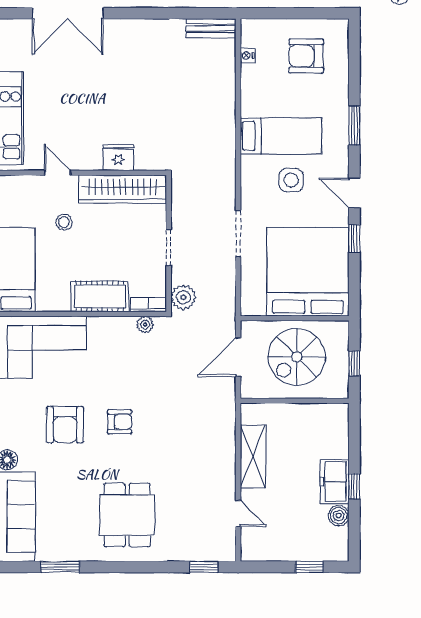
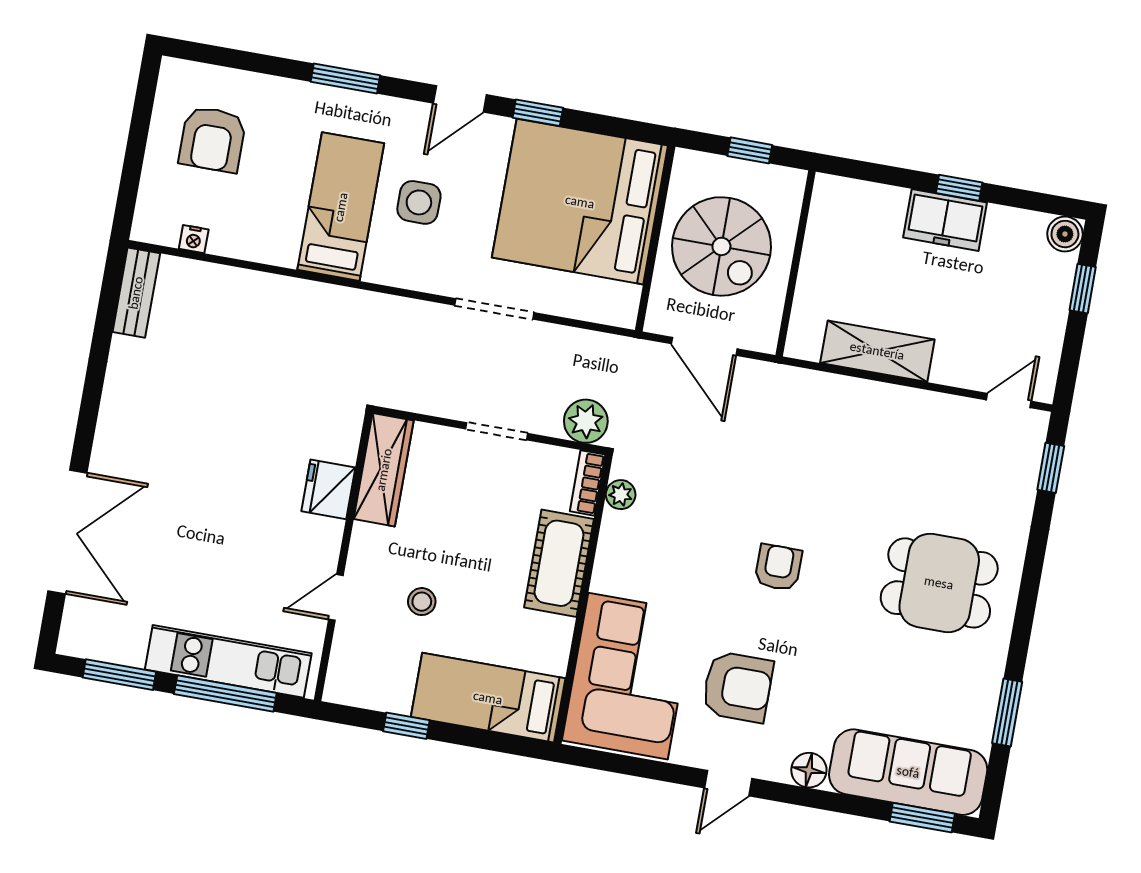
wardrobe: (123, 189) -> (384, 470), width x0.71, depth x0.85
armchair: (65, 425) -> (738, 687), moved
door: (238, 513) -> (1009, 401), moved
boiler: (339, 516) -> (1065, 234), moved

